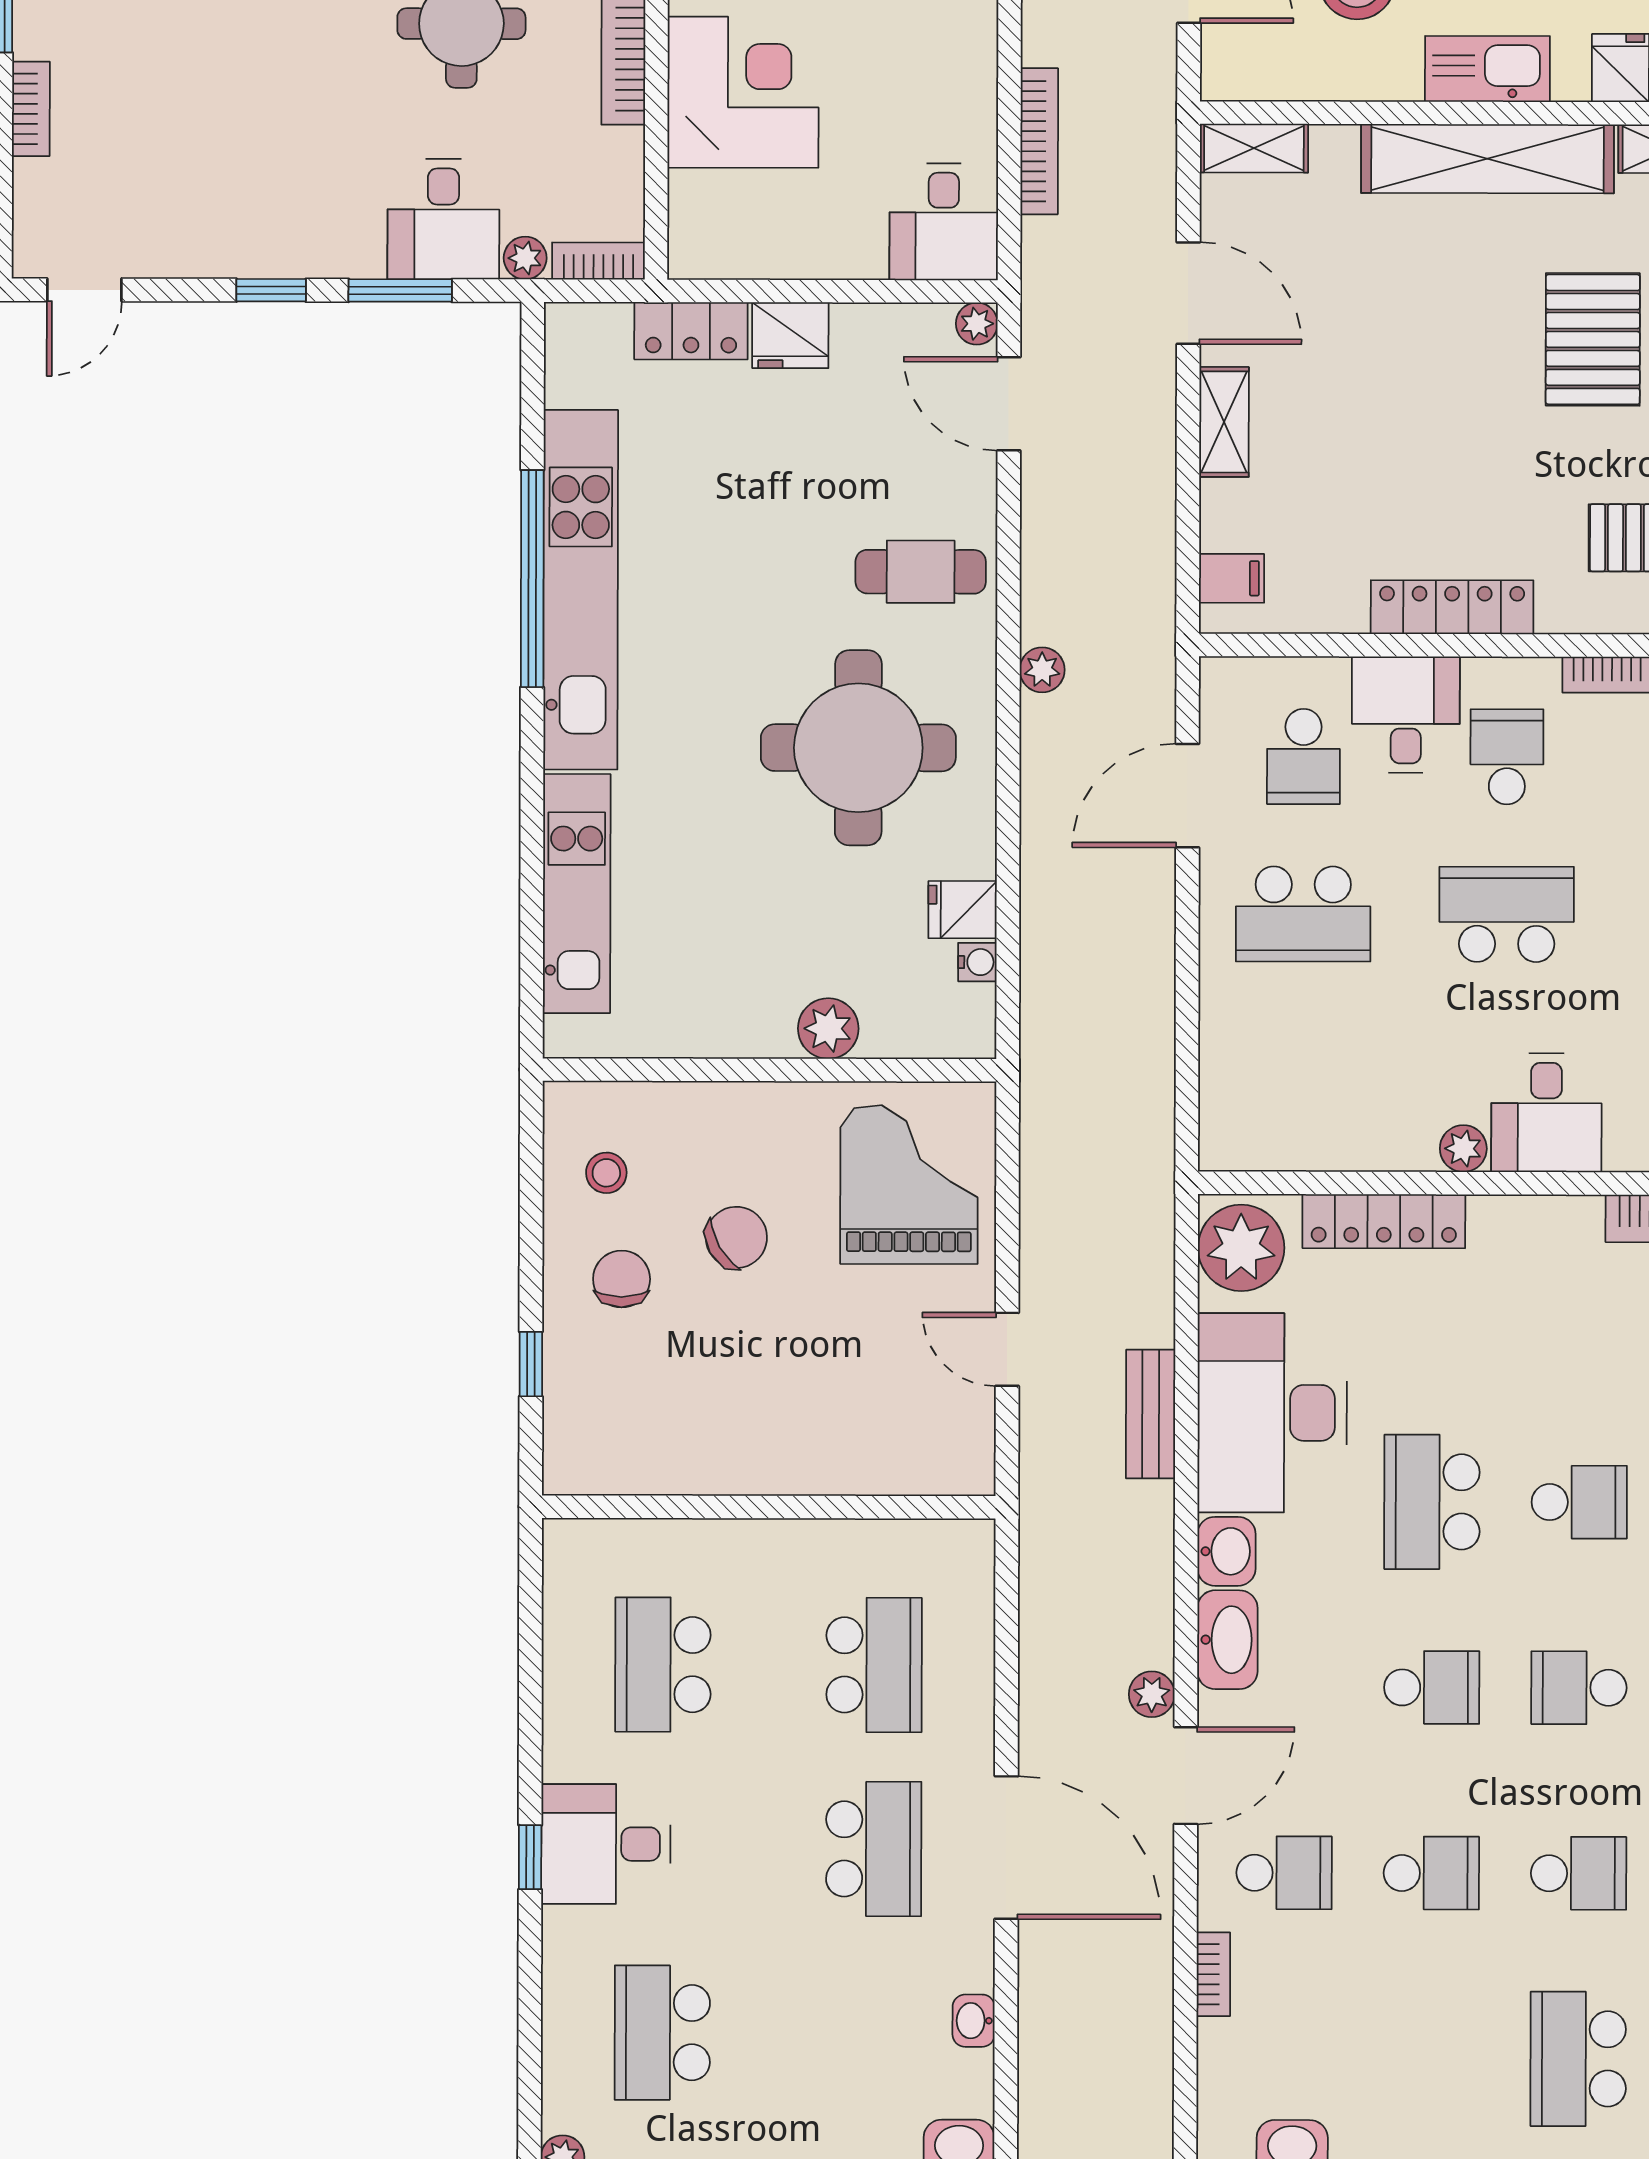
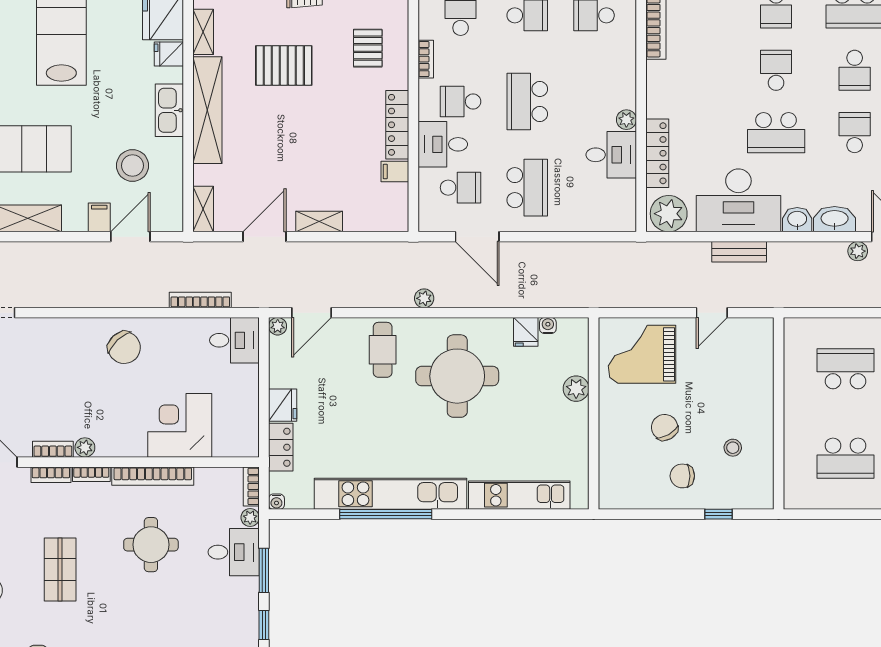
water cooler: (562, 320) -> (276, 502), added
filing cabinet: (1232, 578) -> (395, 171), moved, turned -90
desk: (1546, 1113) -> (611, 155), moved
stool: (606, 1173) -> (733, 448), moved

